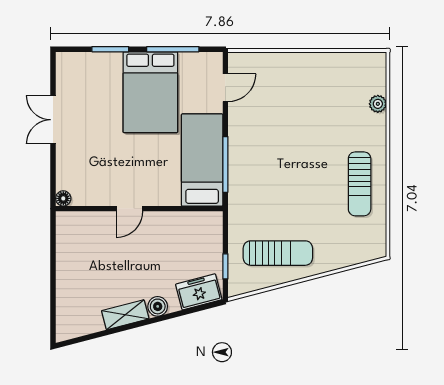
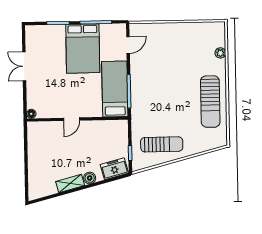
sun lounger: (360, 184) -> (210, 102), width x1.36, depth x1.34

